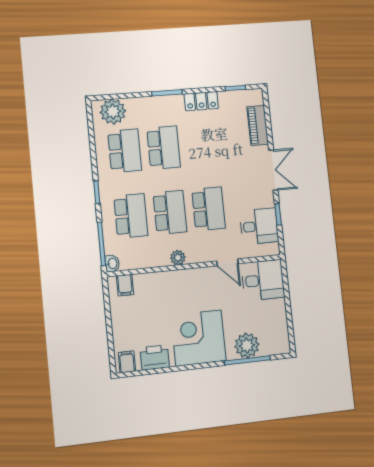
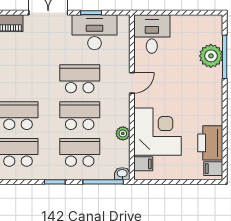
desk: (259, 226) -> (95, 32), width x1.37
plant: (178, 258) -> (123, 133), moved
door: (227, 262) -> (132, 83), moved
corner desk: (199, 338) -> (157, 132), moved, turned 180
printer: (155, 357) -> (210, 143), width x1.37, depth x1.19

